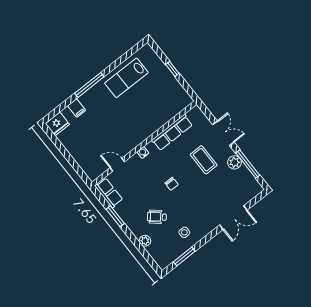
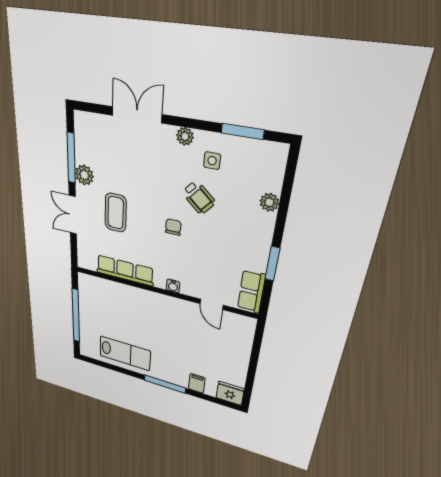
window: (172, 69) -> (76, 316), width x3.17
wheelchair: (157, 217) -> (199, 197), moved
plant: (205, 230) -> (185, 136), added

